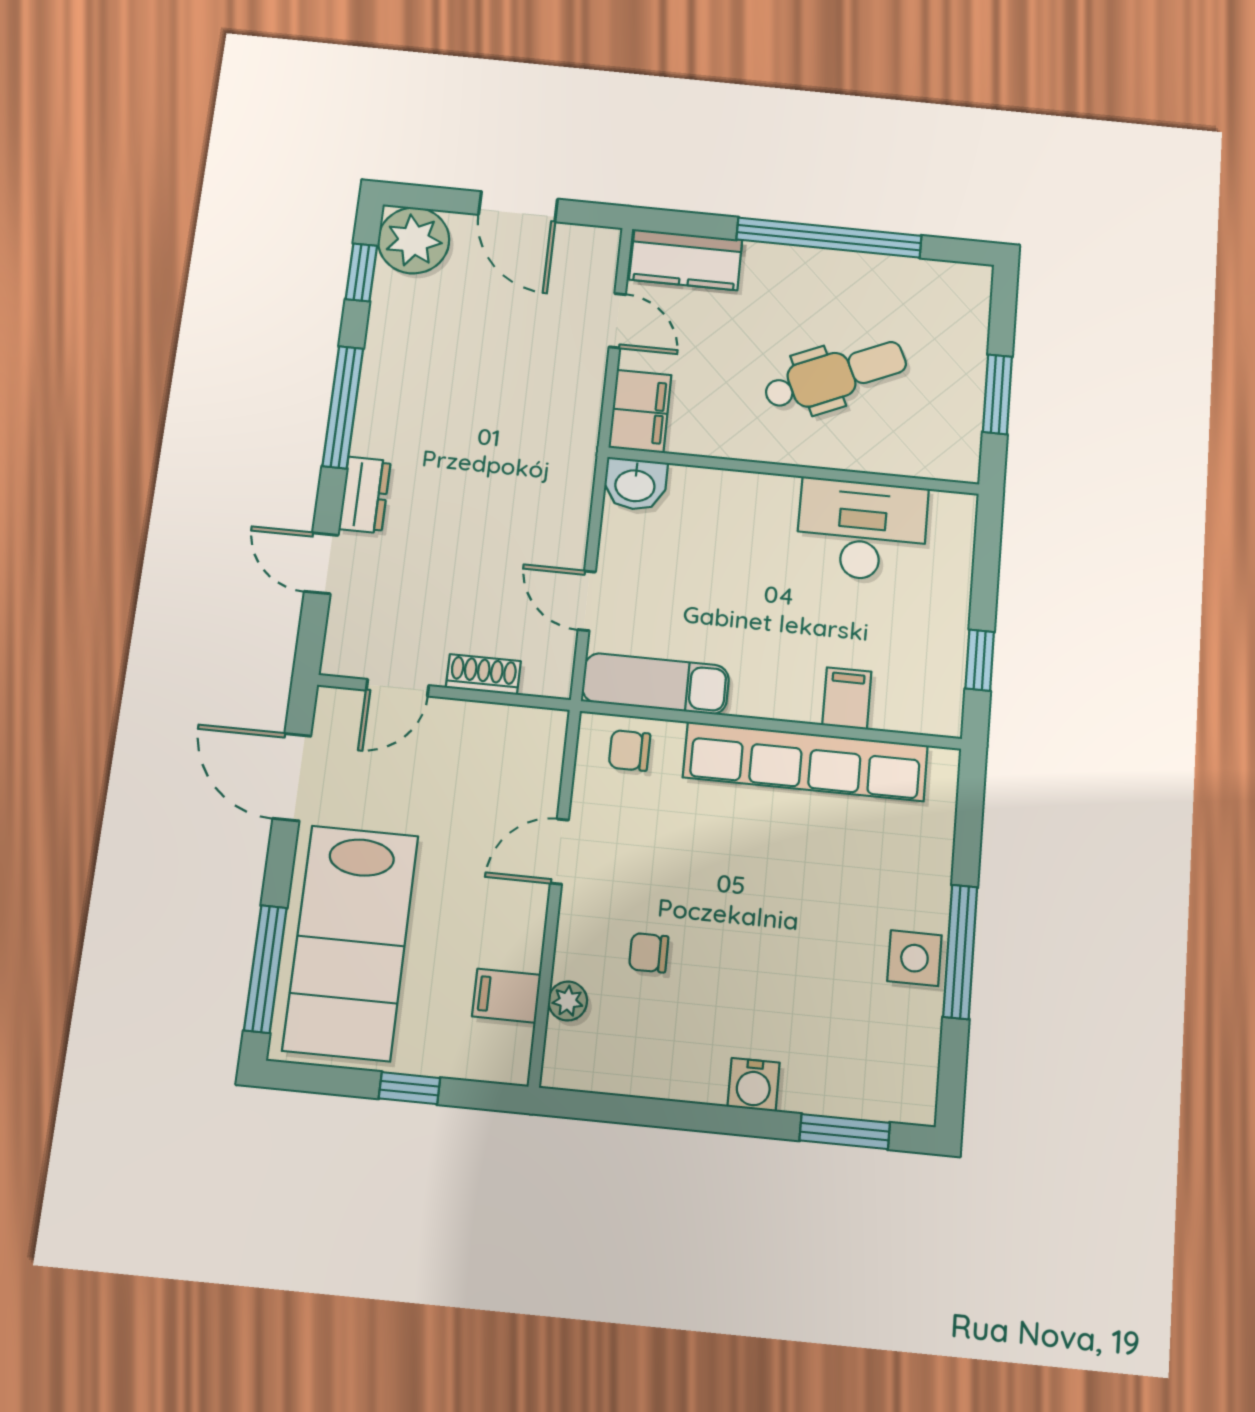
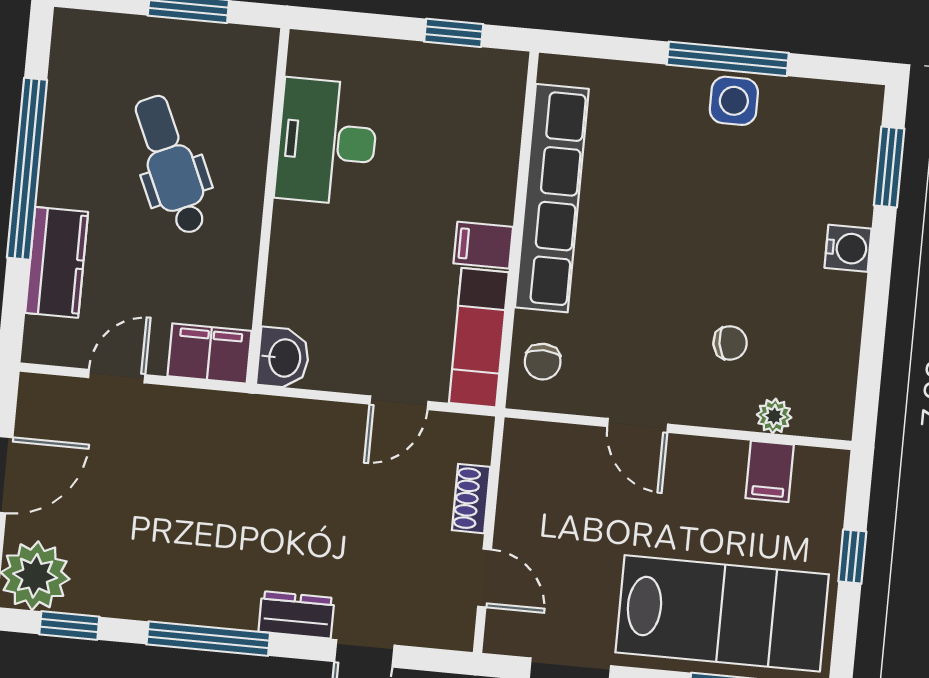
kitchen counter: (686, 260) -> (57, 262), moved
filing cabinet: (847, 698) -> (483, 245), moved
chair: (649, 953) -> (730, 343), turned -99

